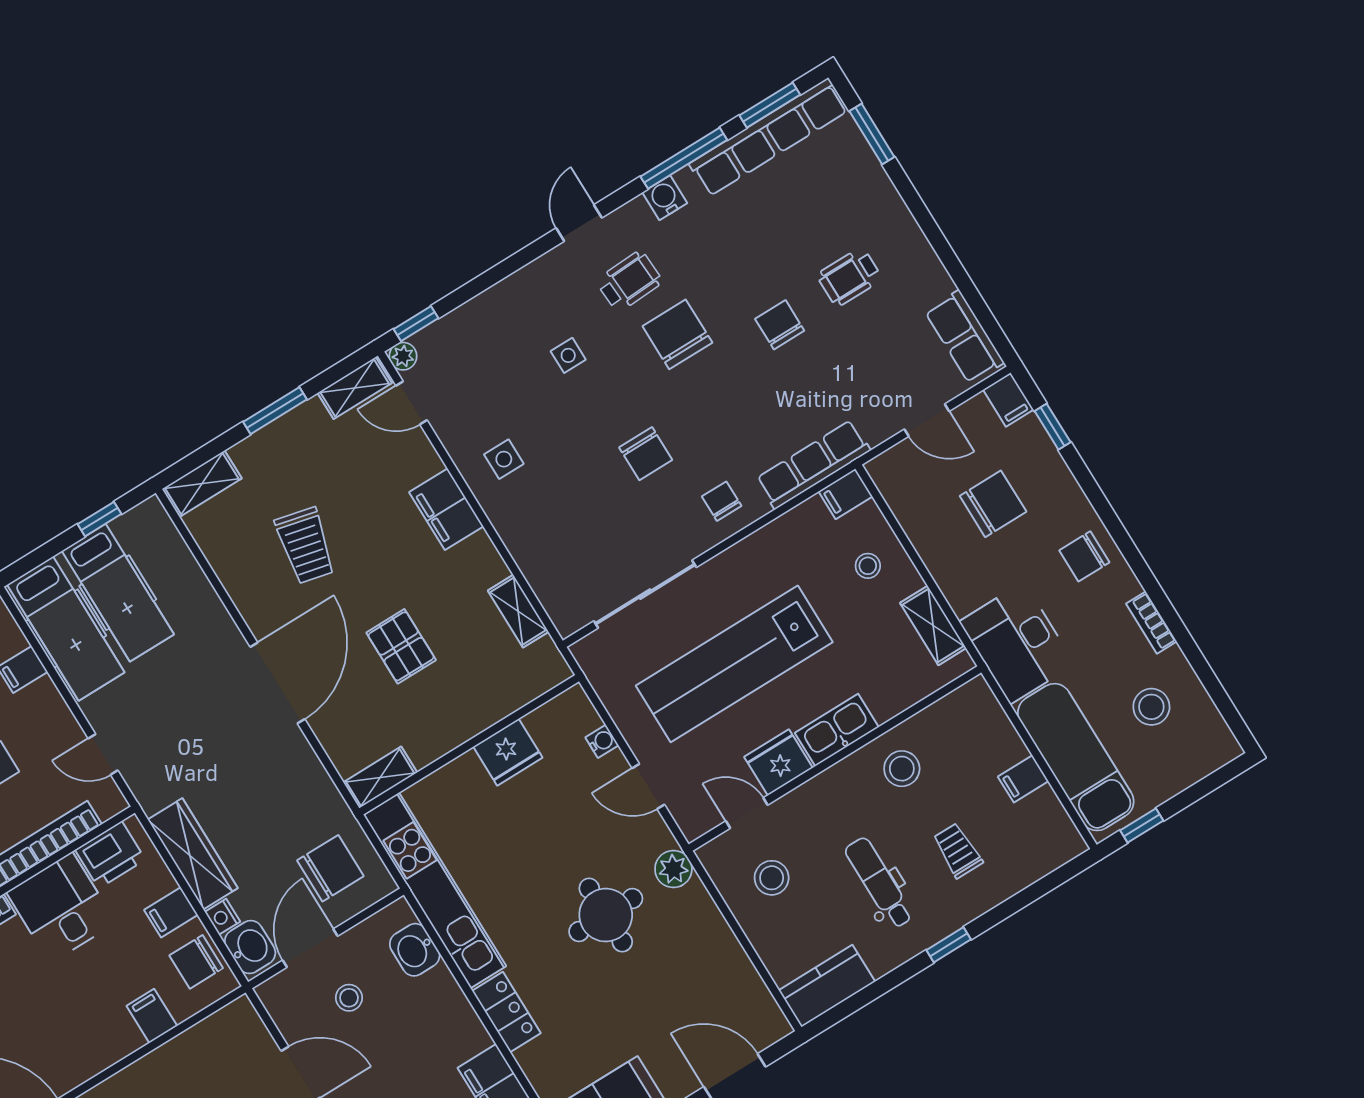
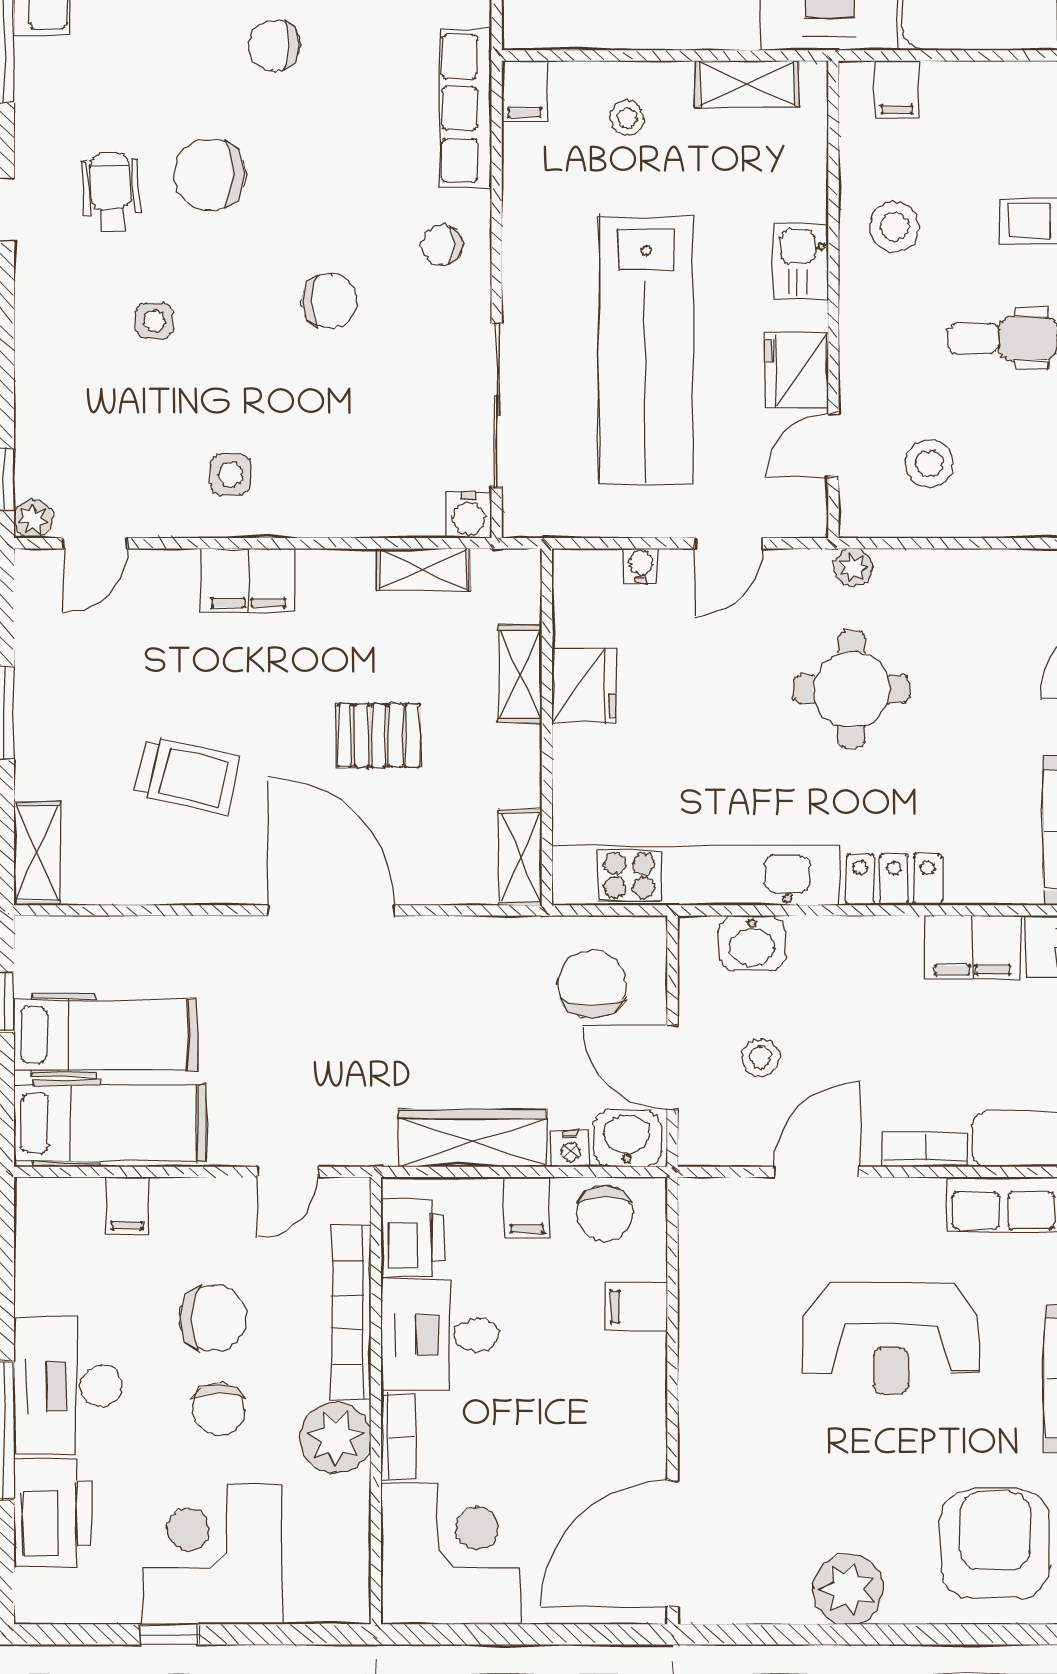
water cooler: (665, 198) -> (468, 515), moved, turned -90
shelving: (355, 388) -> (520, 674), moved
kitchen sink: (837, 730) -> (801, 262), width x0.73
filing cabinet: (1023, 779) -> (897, 89), moved
plant: (673, 869) -> (853, 567), width x0.73, depth x0.73

